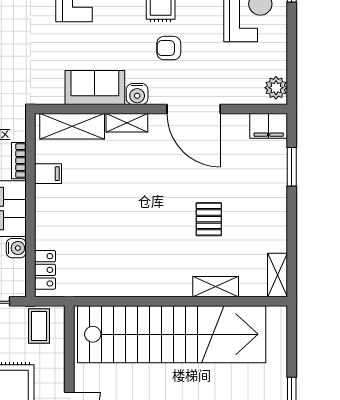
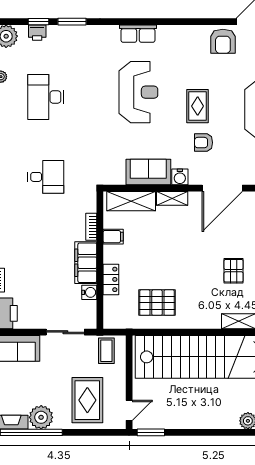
door: (194, 109) -> (222, 188), hinge flipped
pallet: (107, 262) -> (157, 303), added
locker: (45, 270) -> (111, 279), moved

